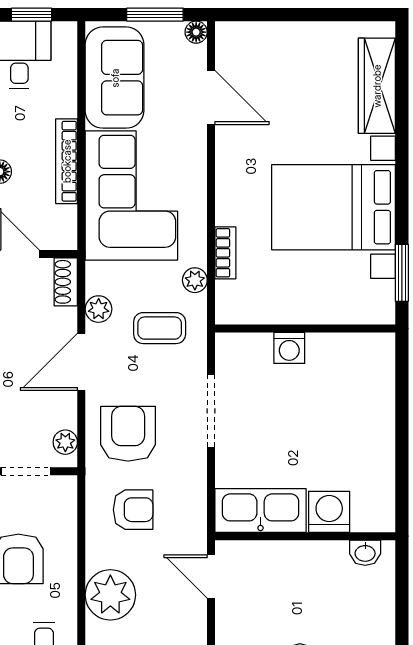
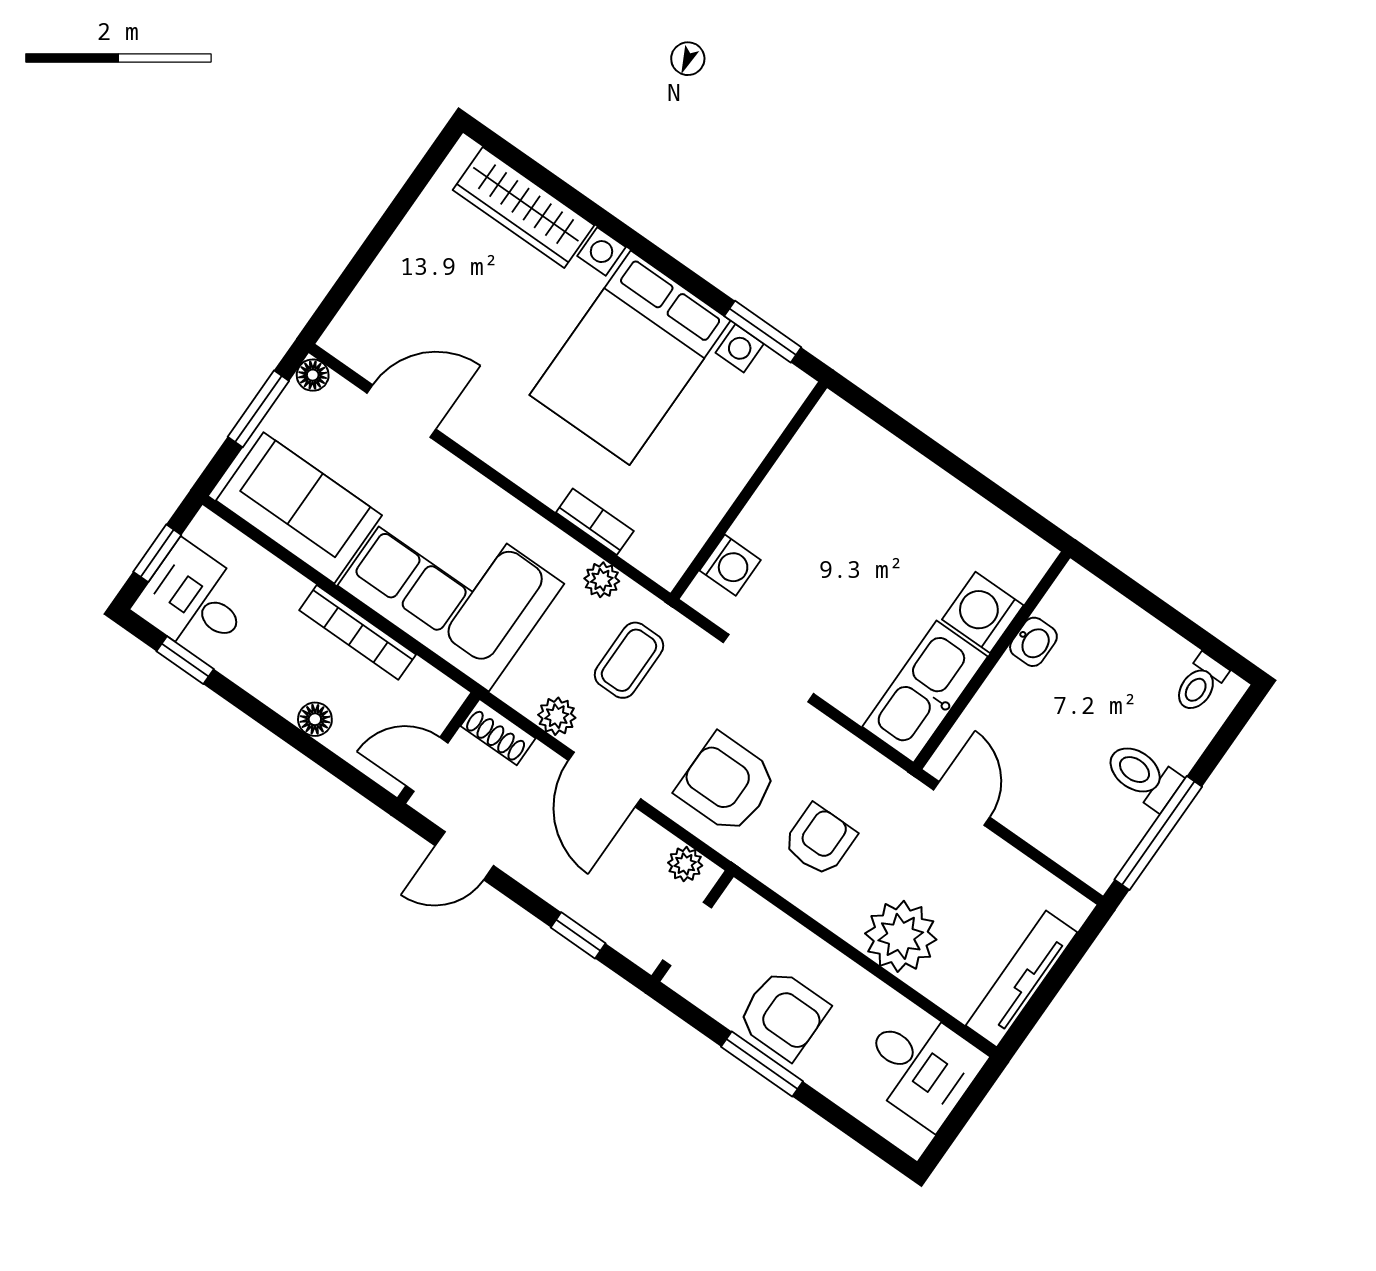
washing machine: (289, 348) -> (730, 565), moved
washbasin: (365, 553) -> (1033, 642), moved
door: (211, 576) -> (962, 803), swing flipped

